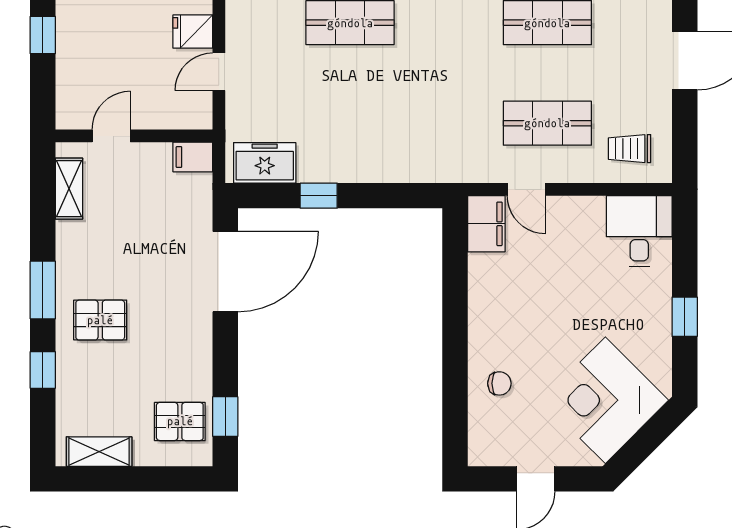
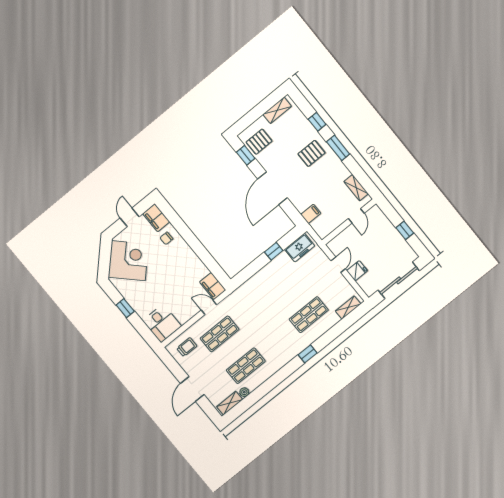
filing cabinet: (193, 157) -> (311, 214), moved
door: (225, 272) -> (273, 188), moved
filing cabinet: (487, 437) -> (156, 218), added

